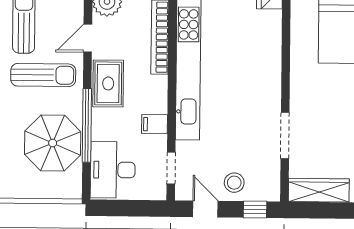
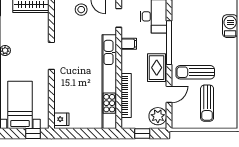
doorway: (285, 135) -> (51, 56), moved
parasol: (53, 143) -> (189, 32), removed

